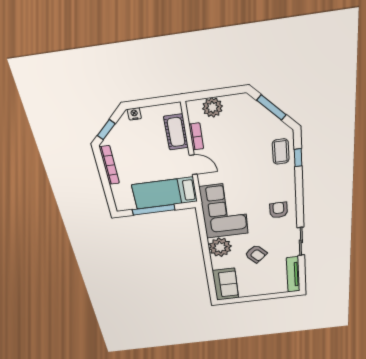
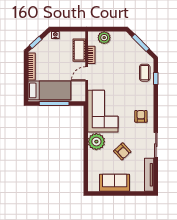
door: (193, 165) -> (87, 74), swing flipped
bed: (165, 193) -> (49, 90), moved, turned 180
sofa: (226, 284) -> (115, 183), moved, turned -90

